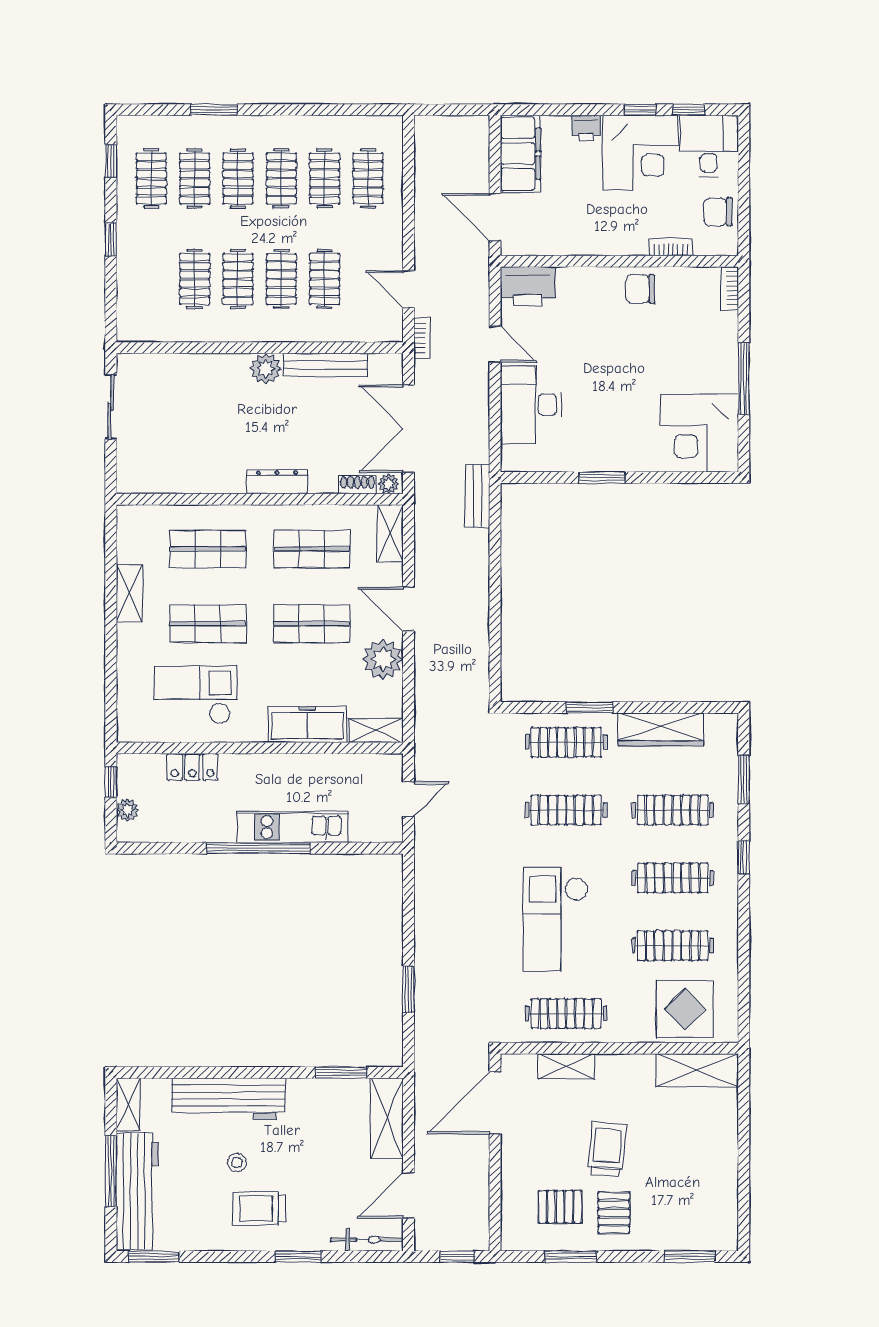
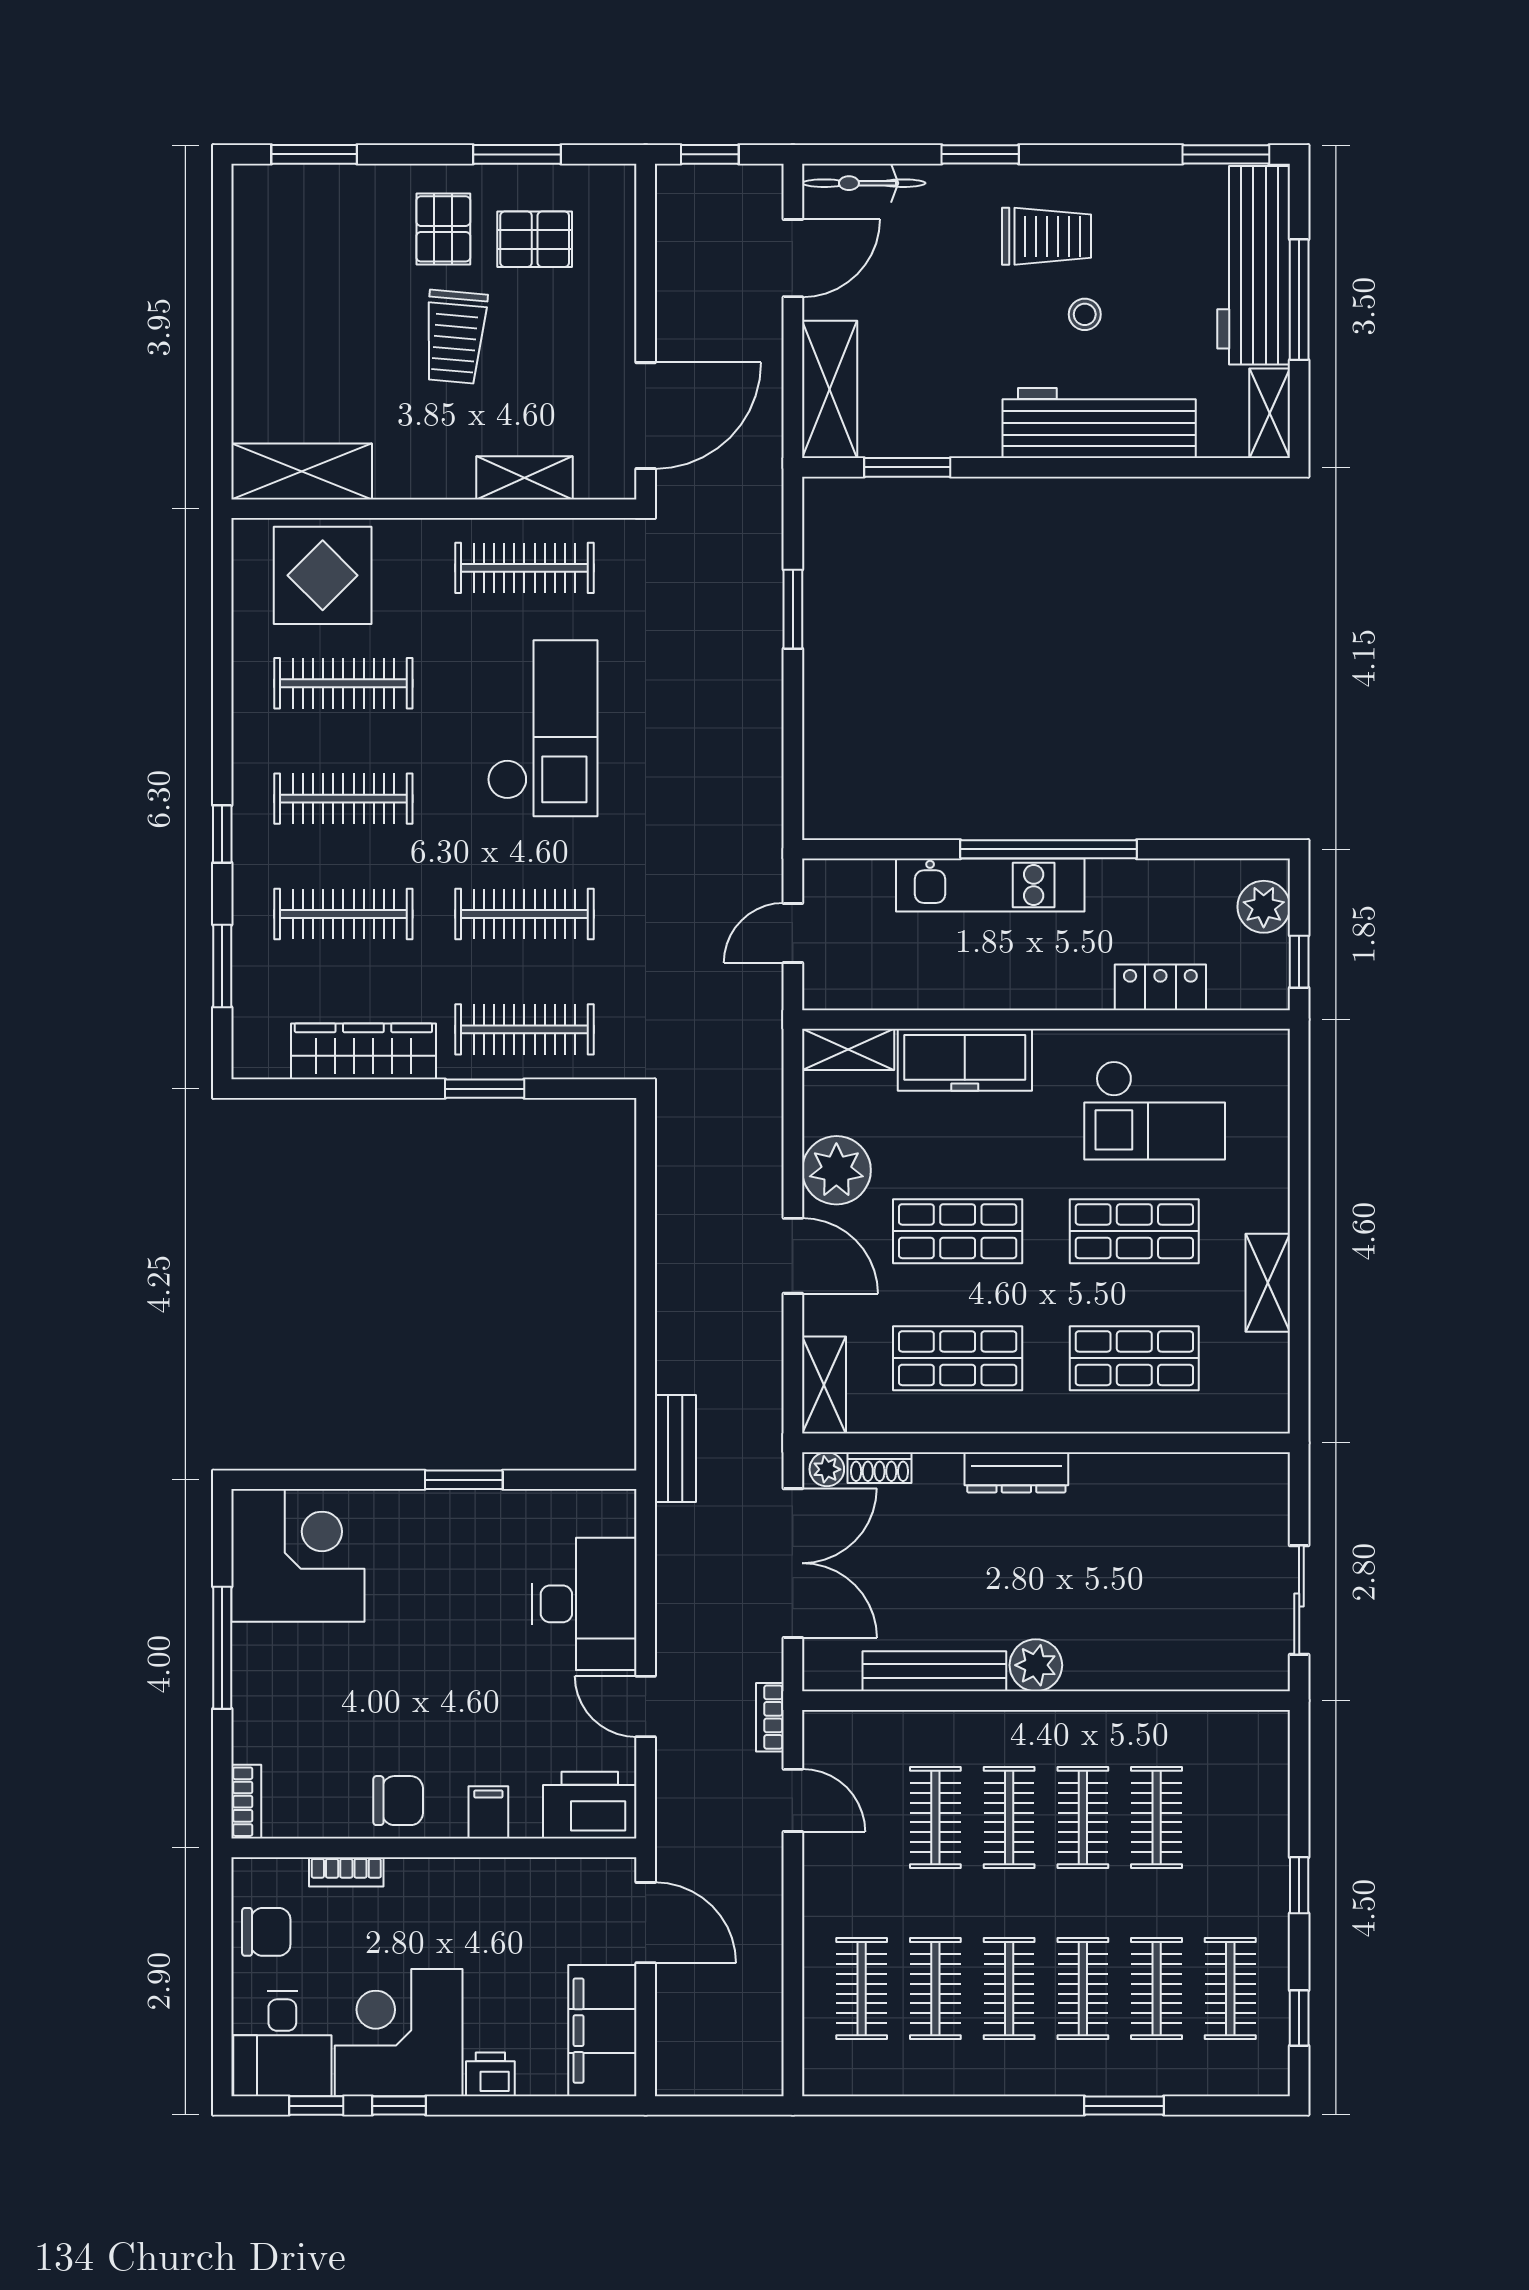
filing cabinet: (587, 282) -> (488, 1812), added
plant: (127, 810) -> (1264, 907), width x1.38, depth x1.38

